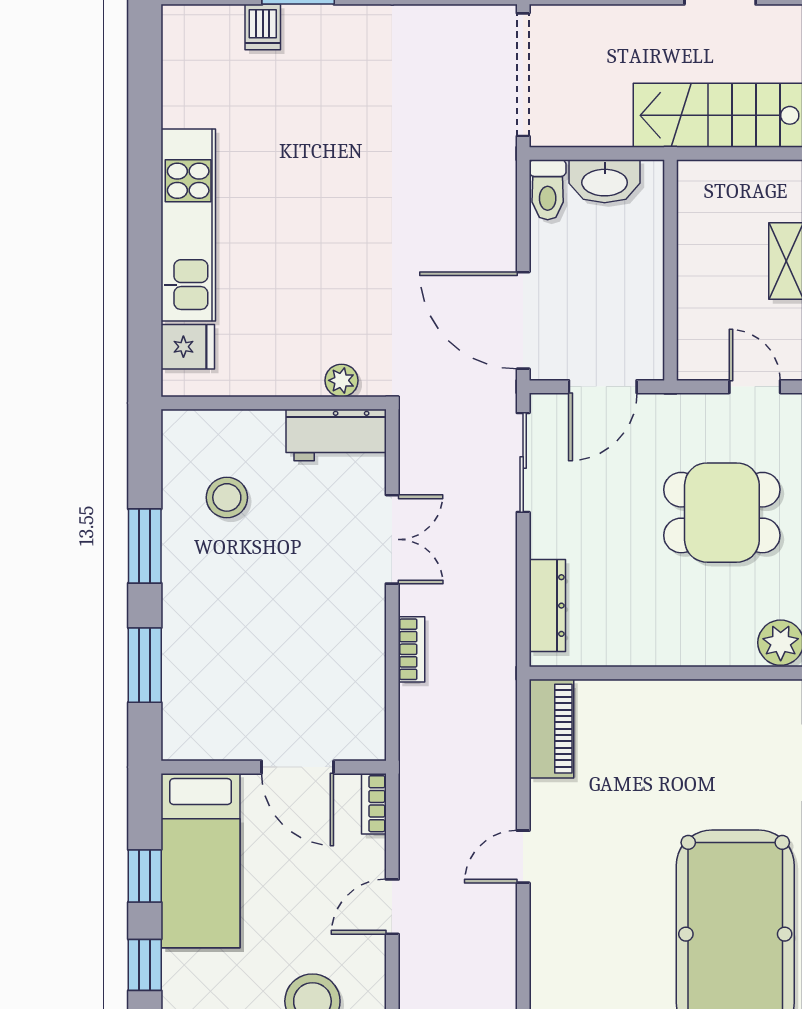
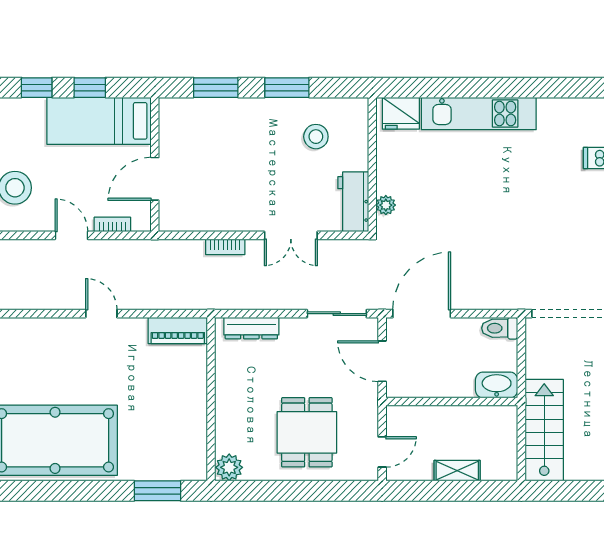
washbasin: (605, 181) -> (497, 385), moved, turned 90
fridge: (188, 347) -> (401, 113), width x1.38
bookcase: (374, 804) -> (112, 224), moved

